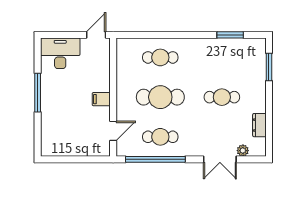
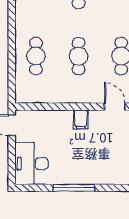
cafe table: (160, 97) -> (79, 56), width x0.73, depth x0.74

